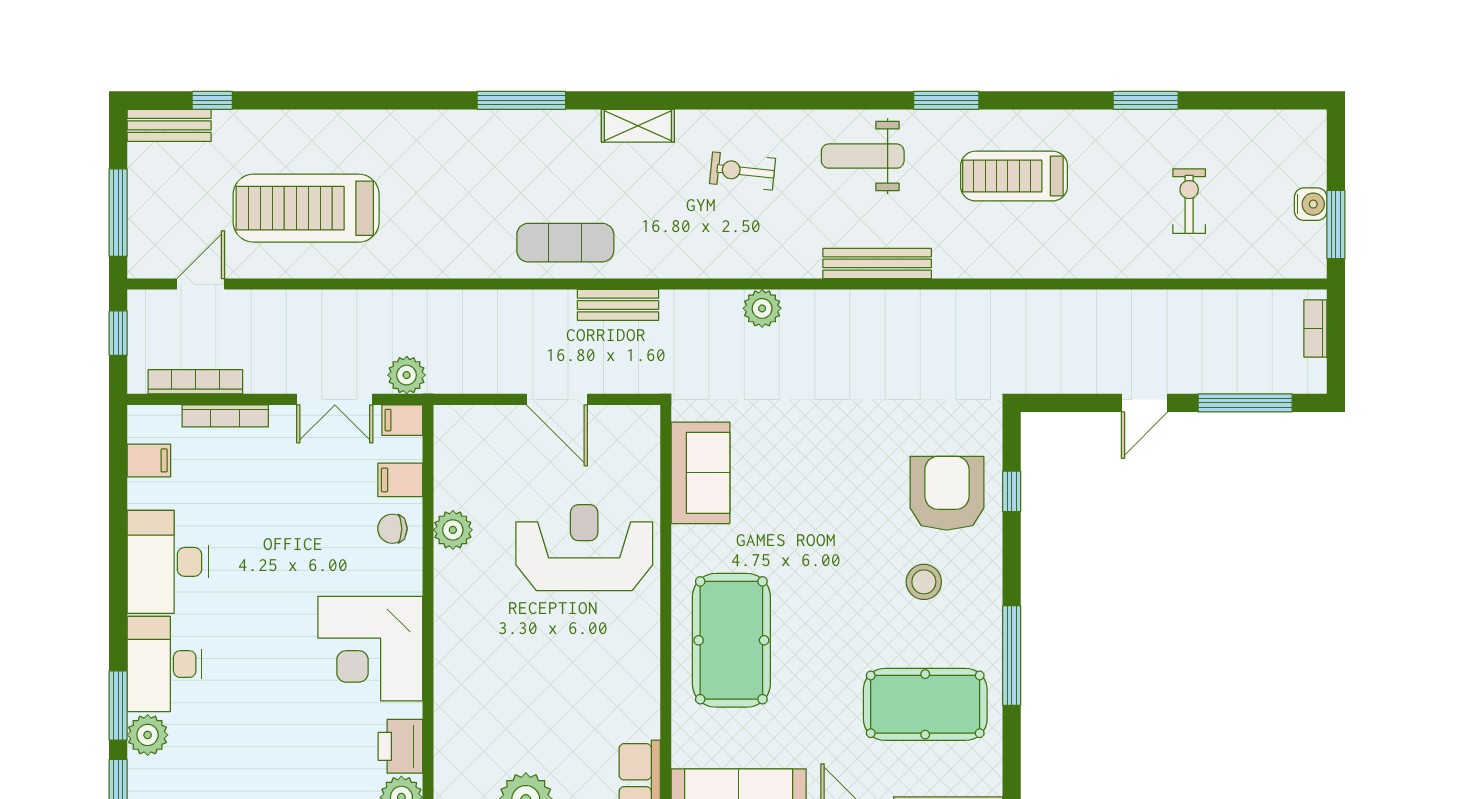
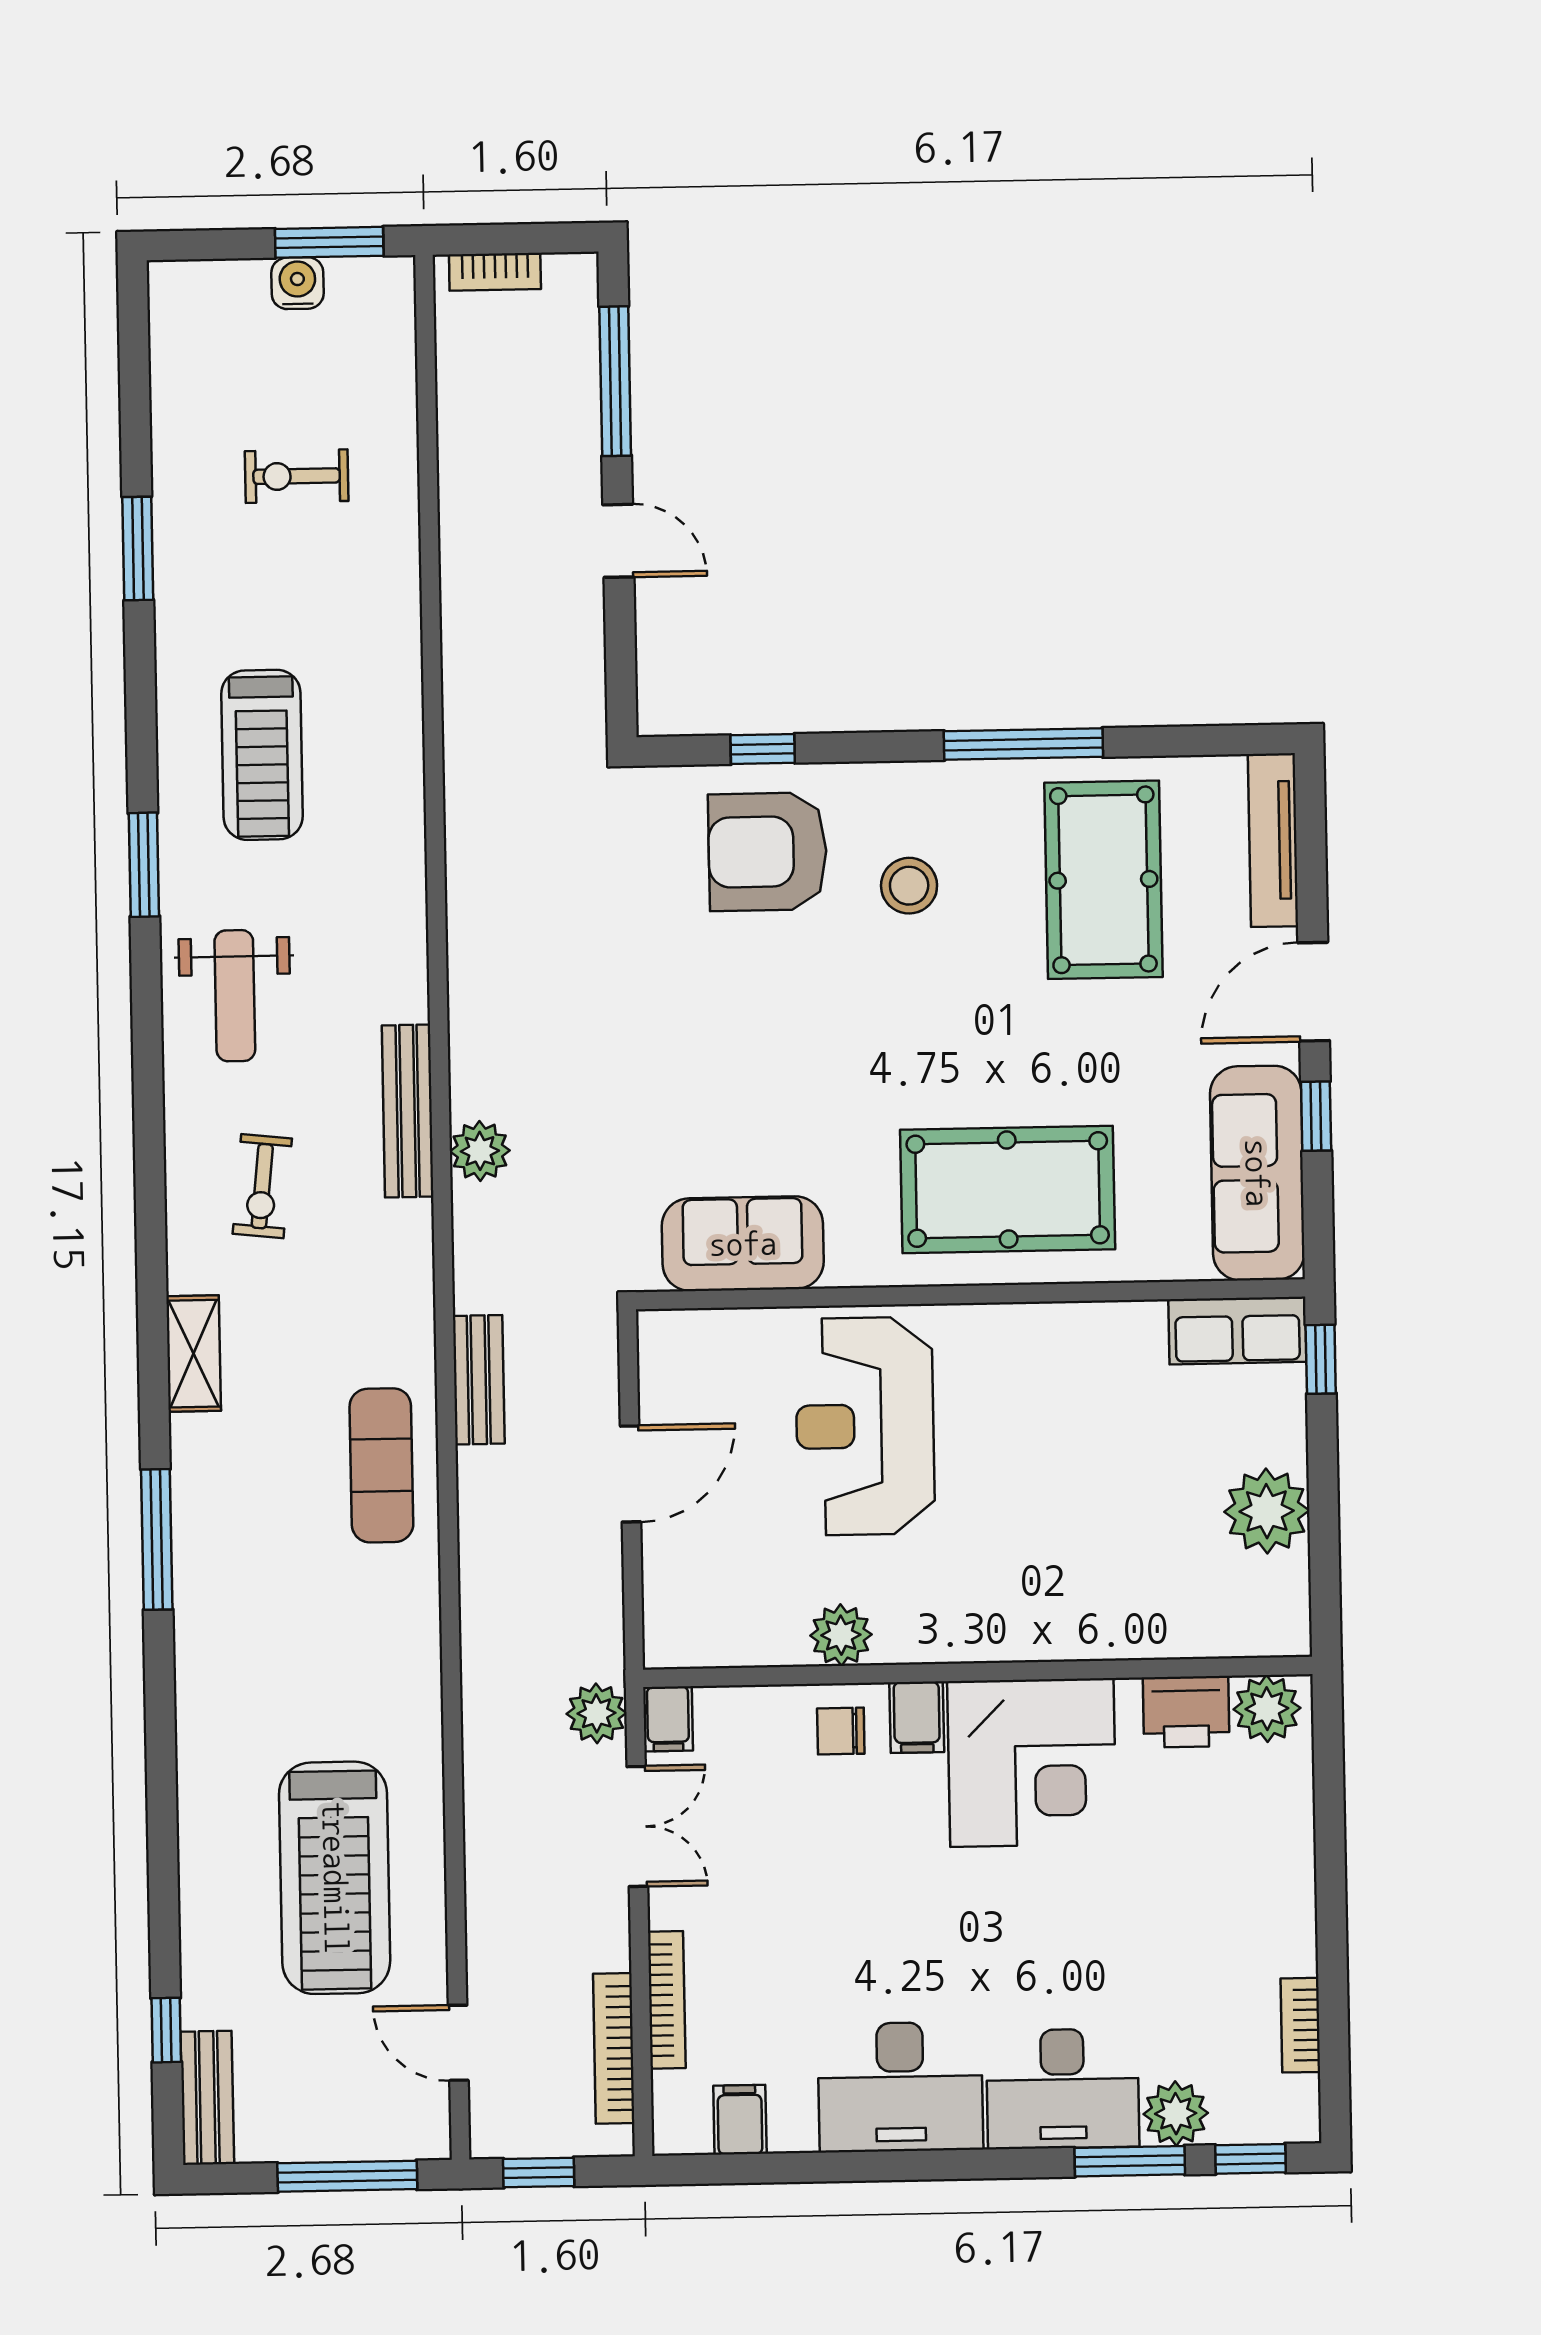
bench: (877, 263) -> (408, 1111), moved
filing cabinet: (400, 480) -> (917, 1717), moved
chair: (392, 529) -> (841, 1731), turned 90

